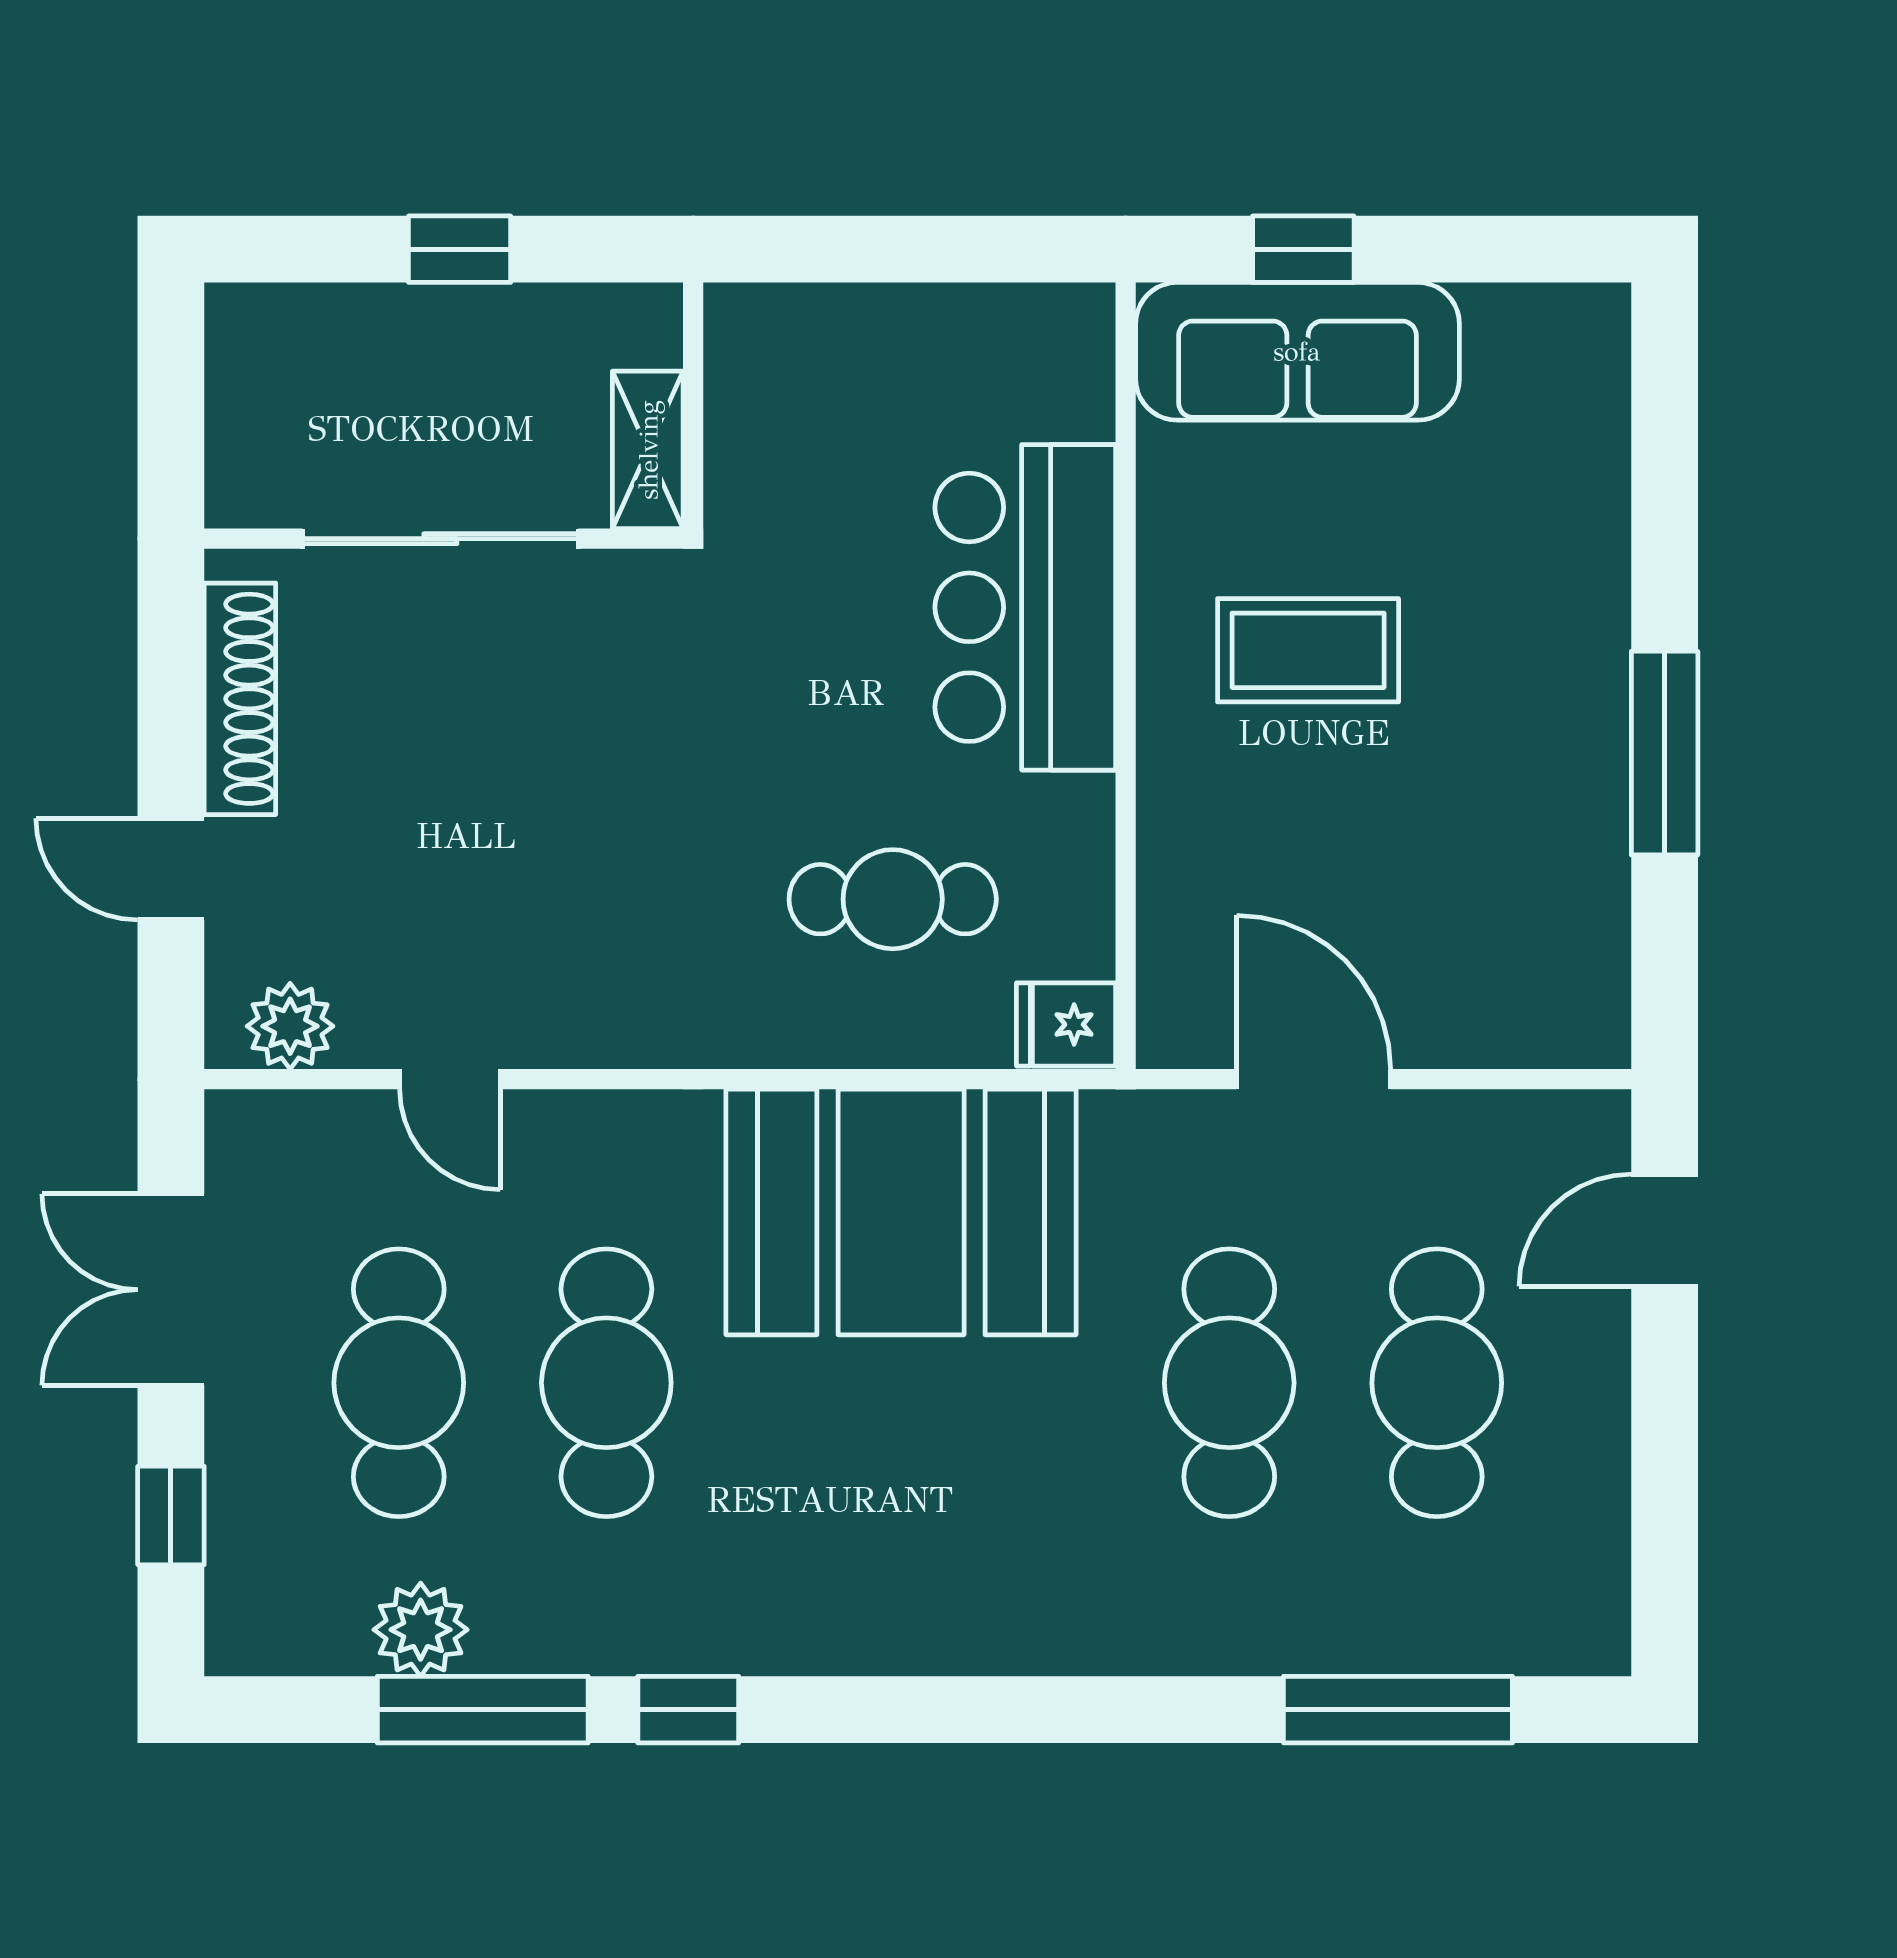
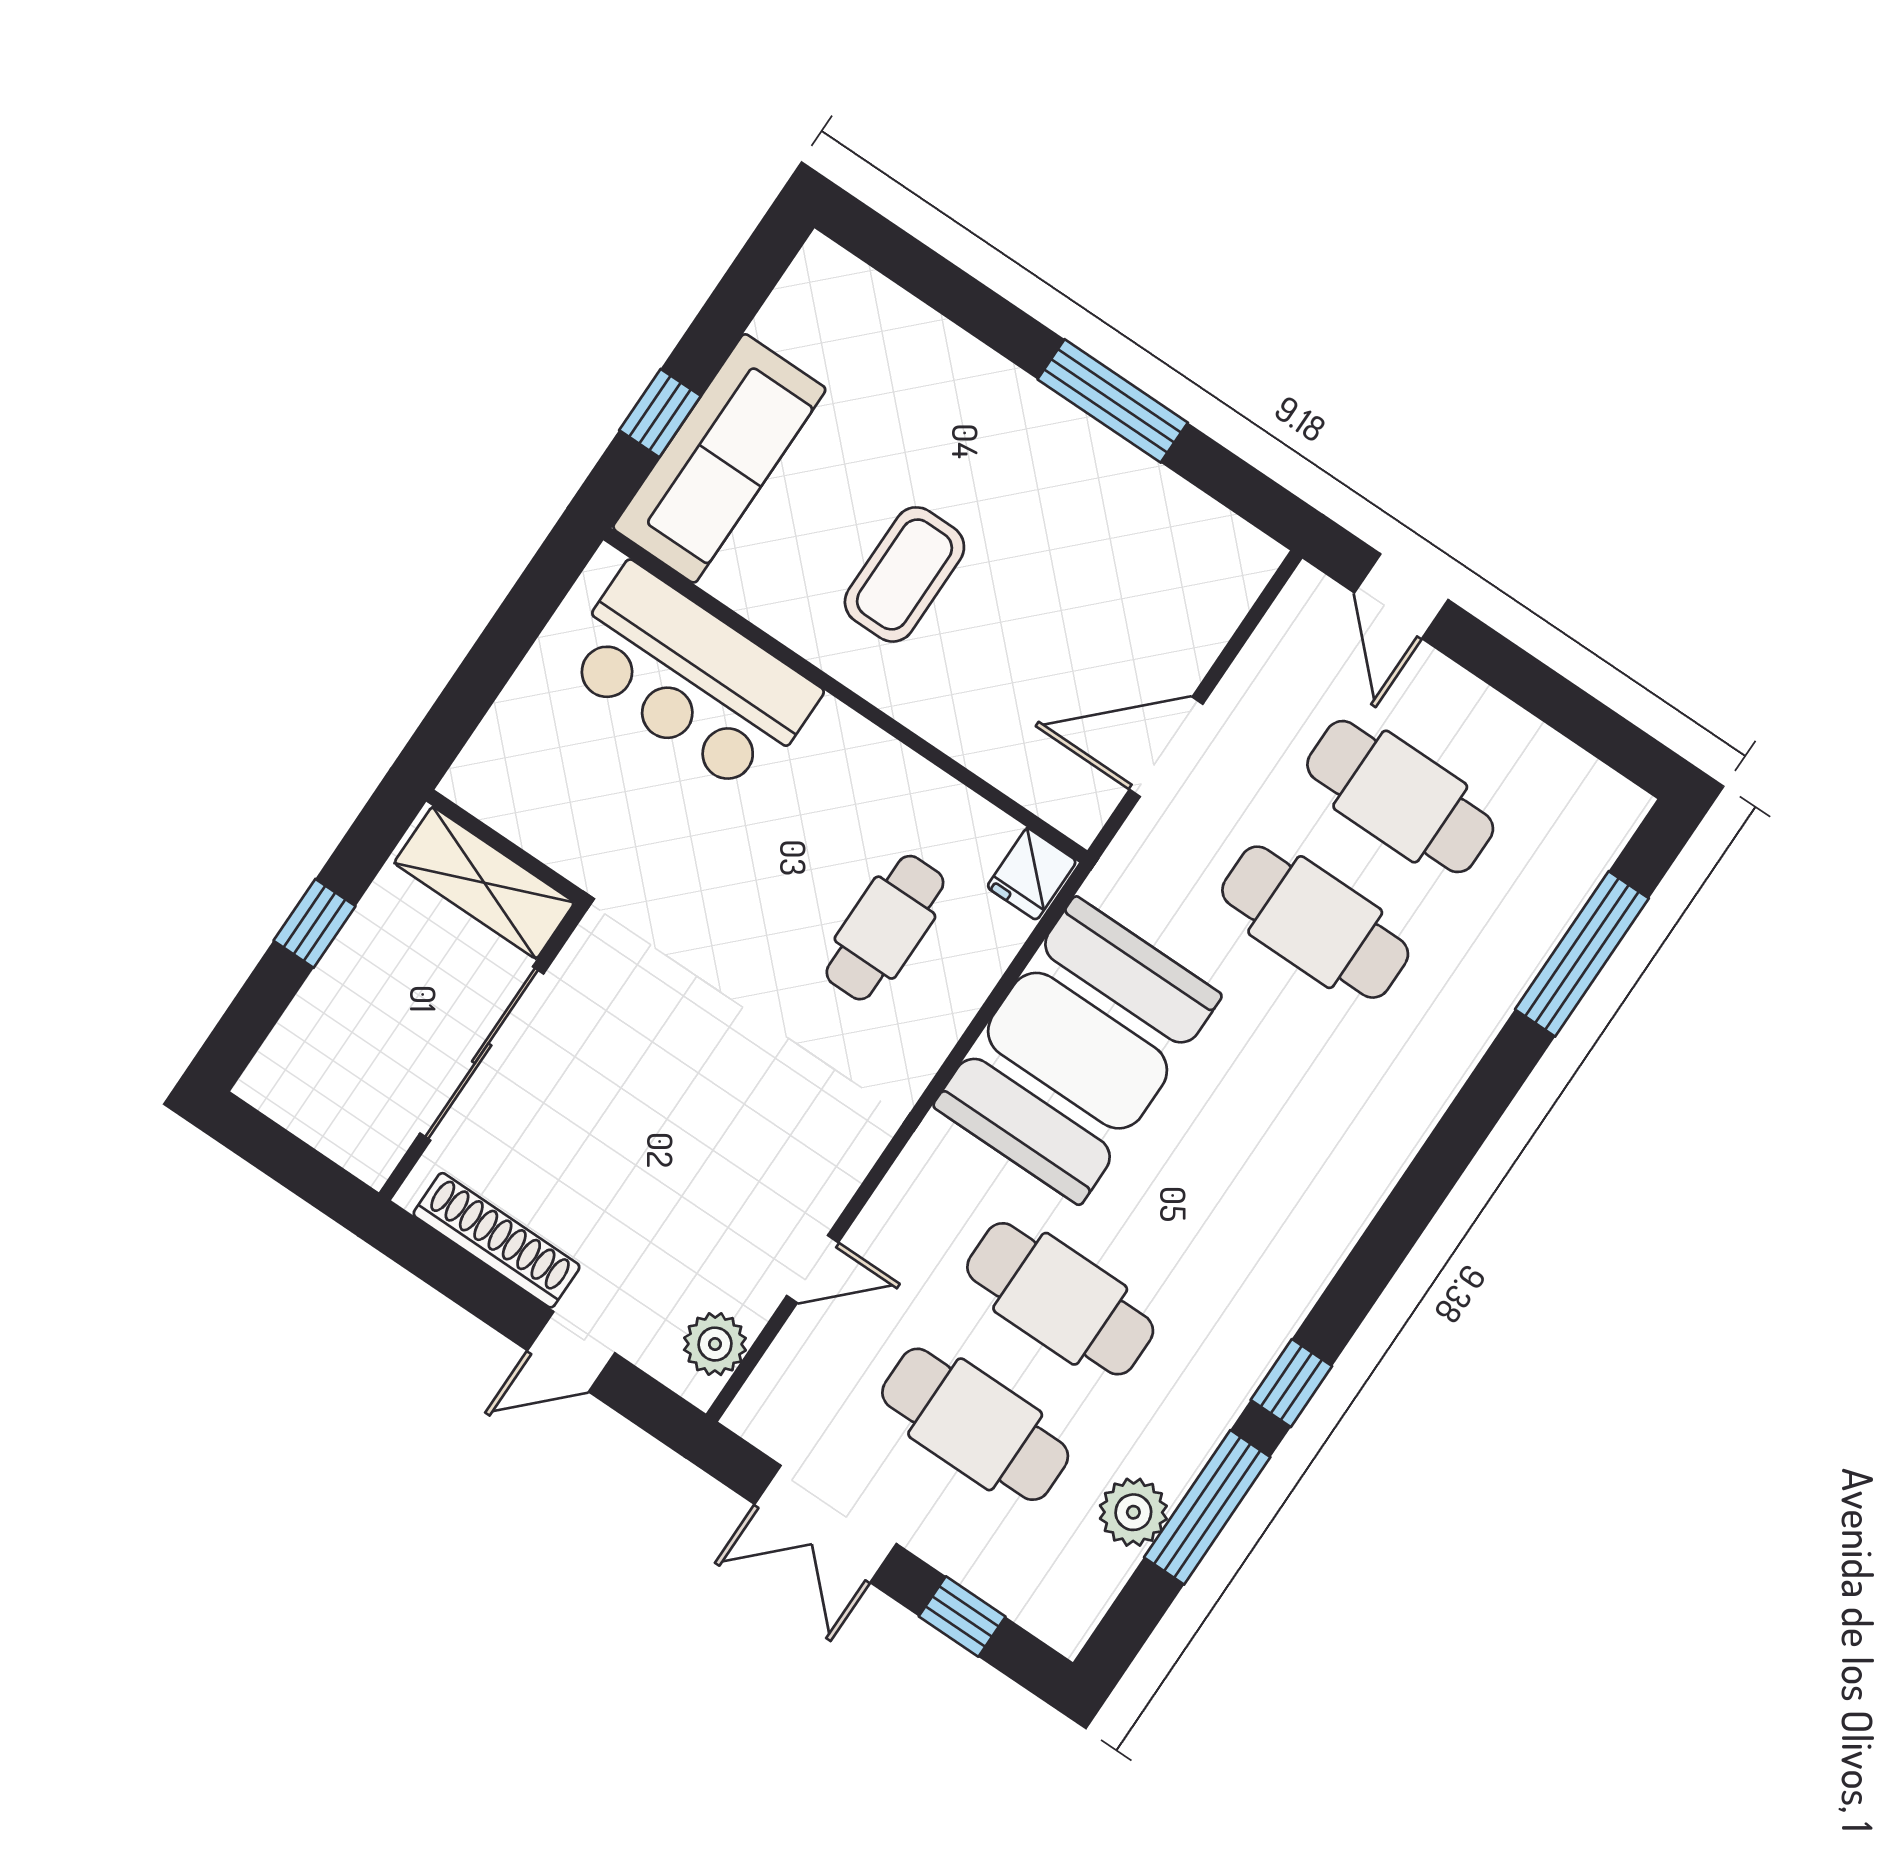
shelving: (648, 450) -> (484, 883), width x1.50, depth x1.33
bar counter: (1025, 607) -> (690, 679), moved

